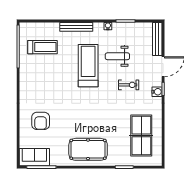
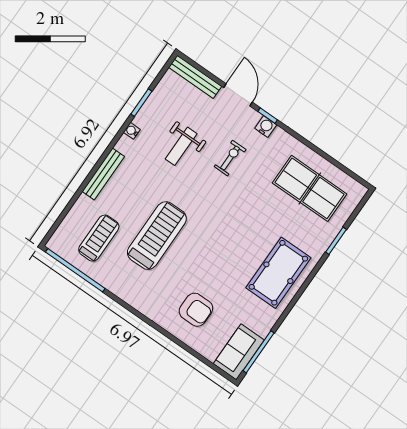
treadmill: (88, 66) -> (157, 236), moved, turned 90

